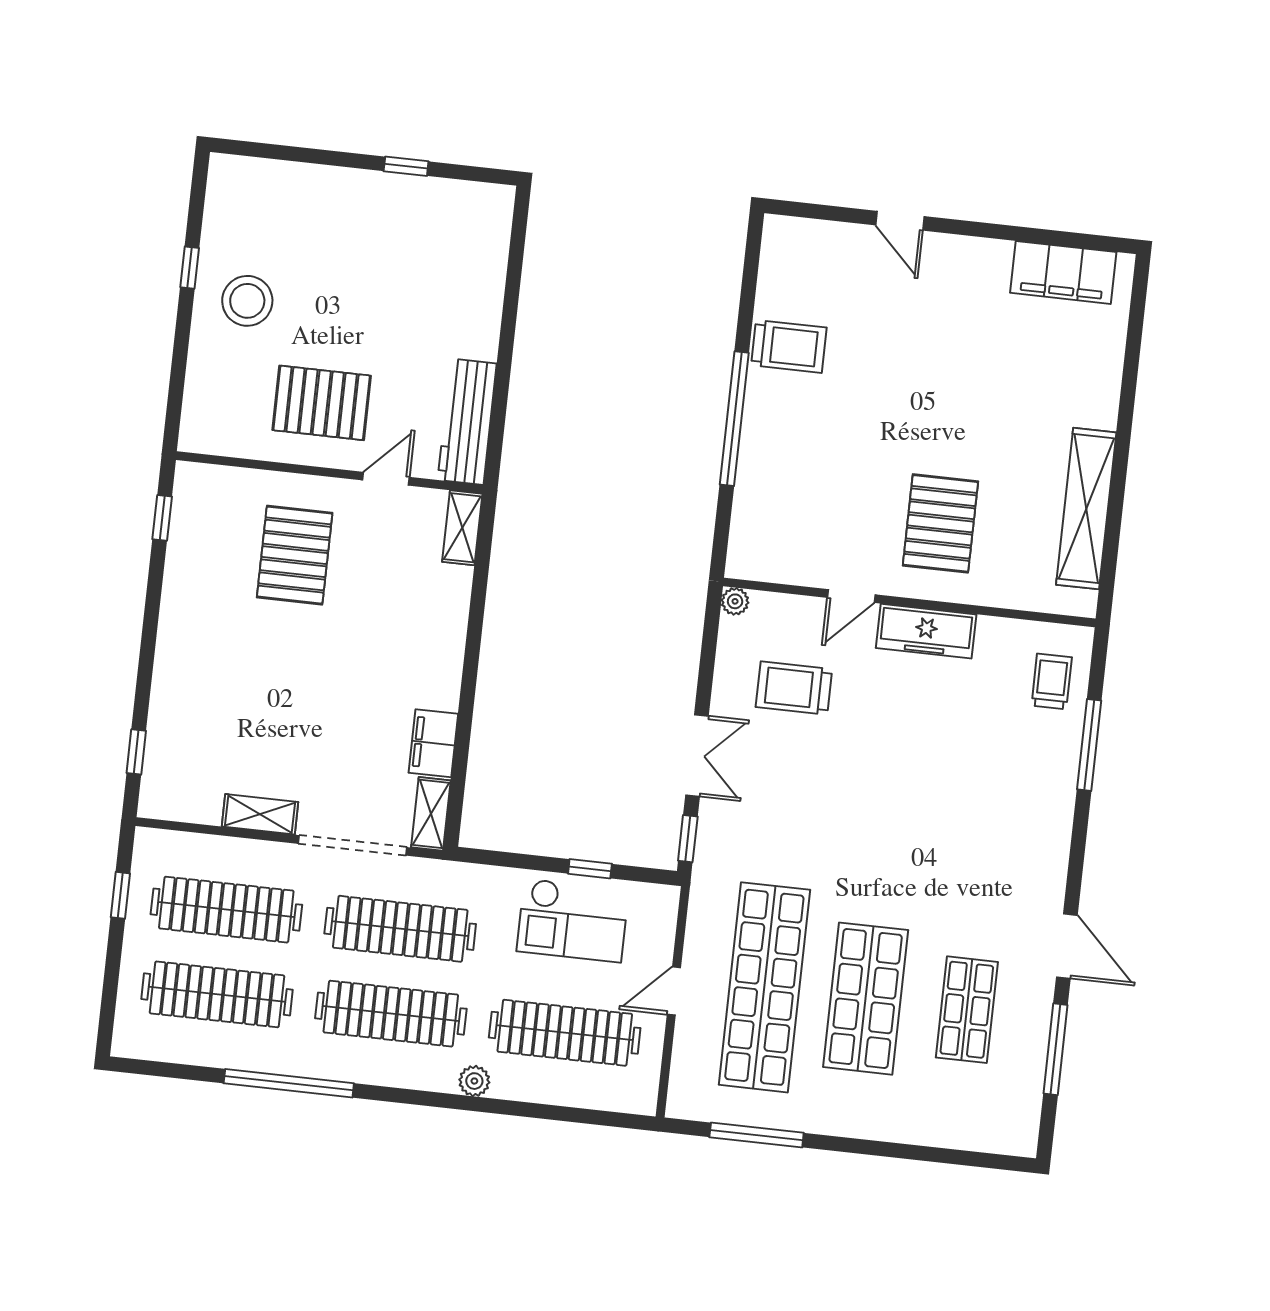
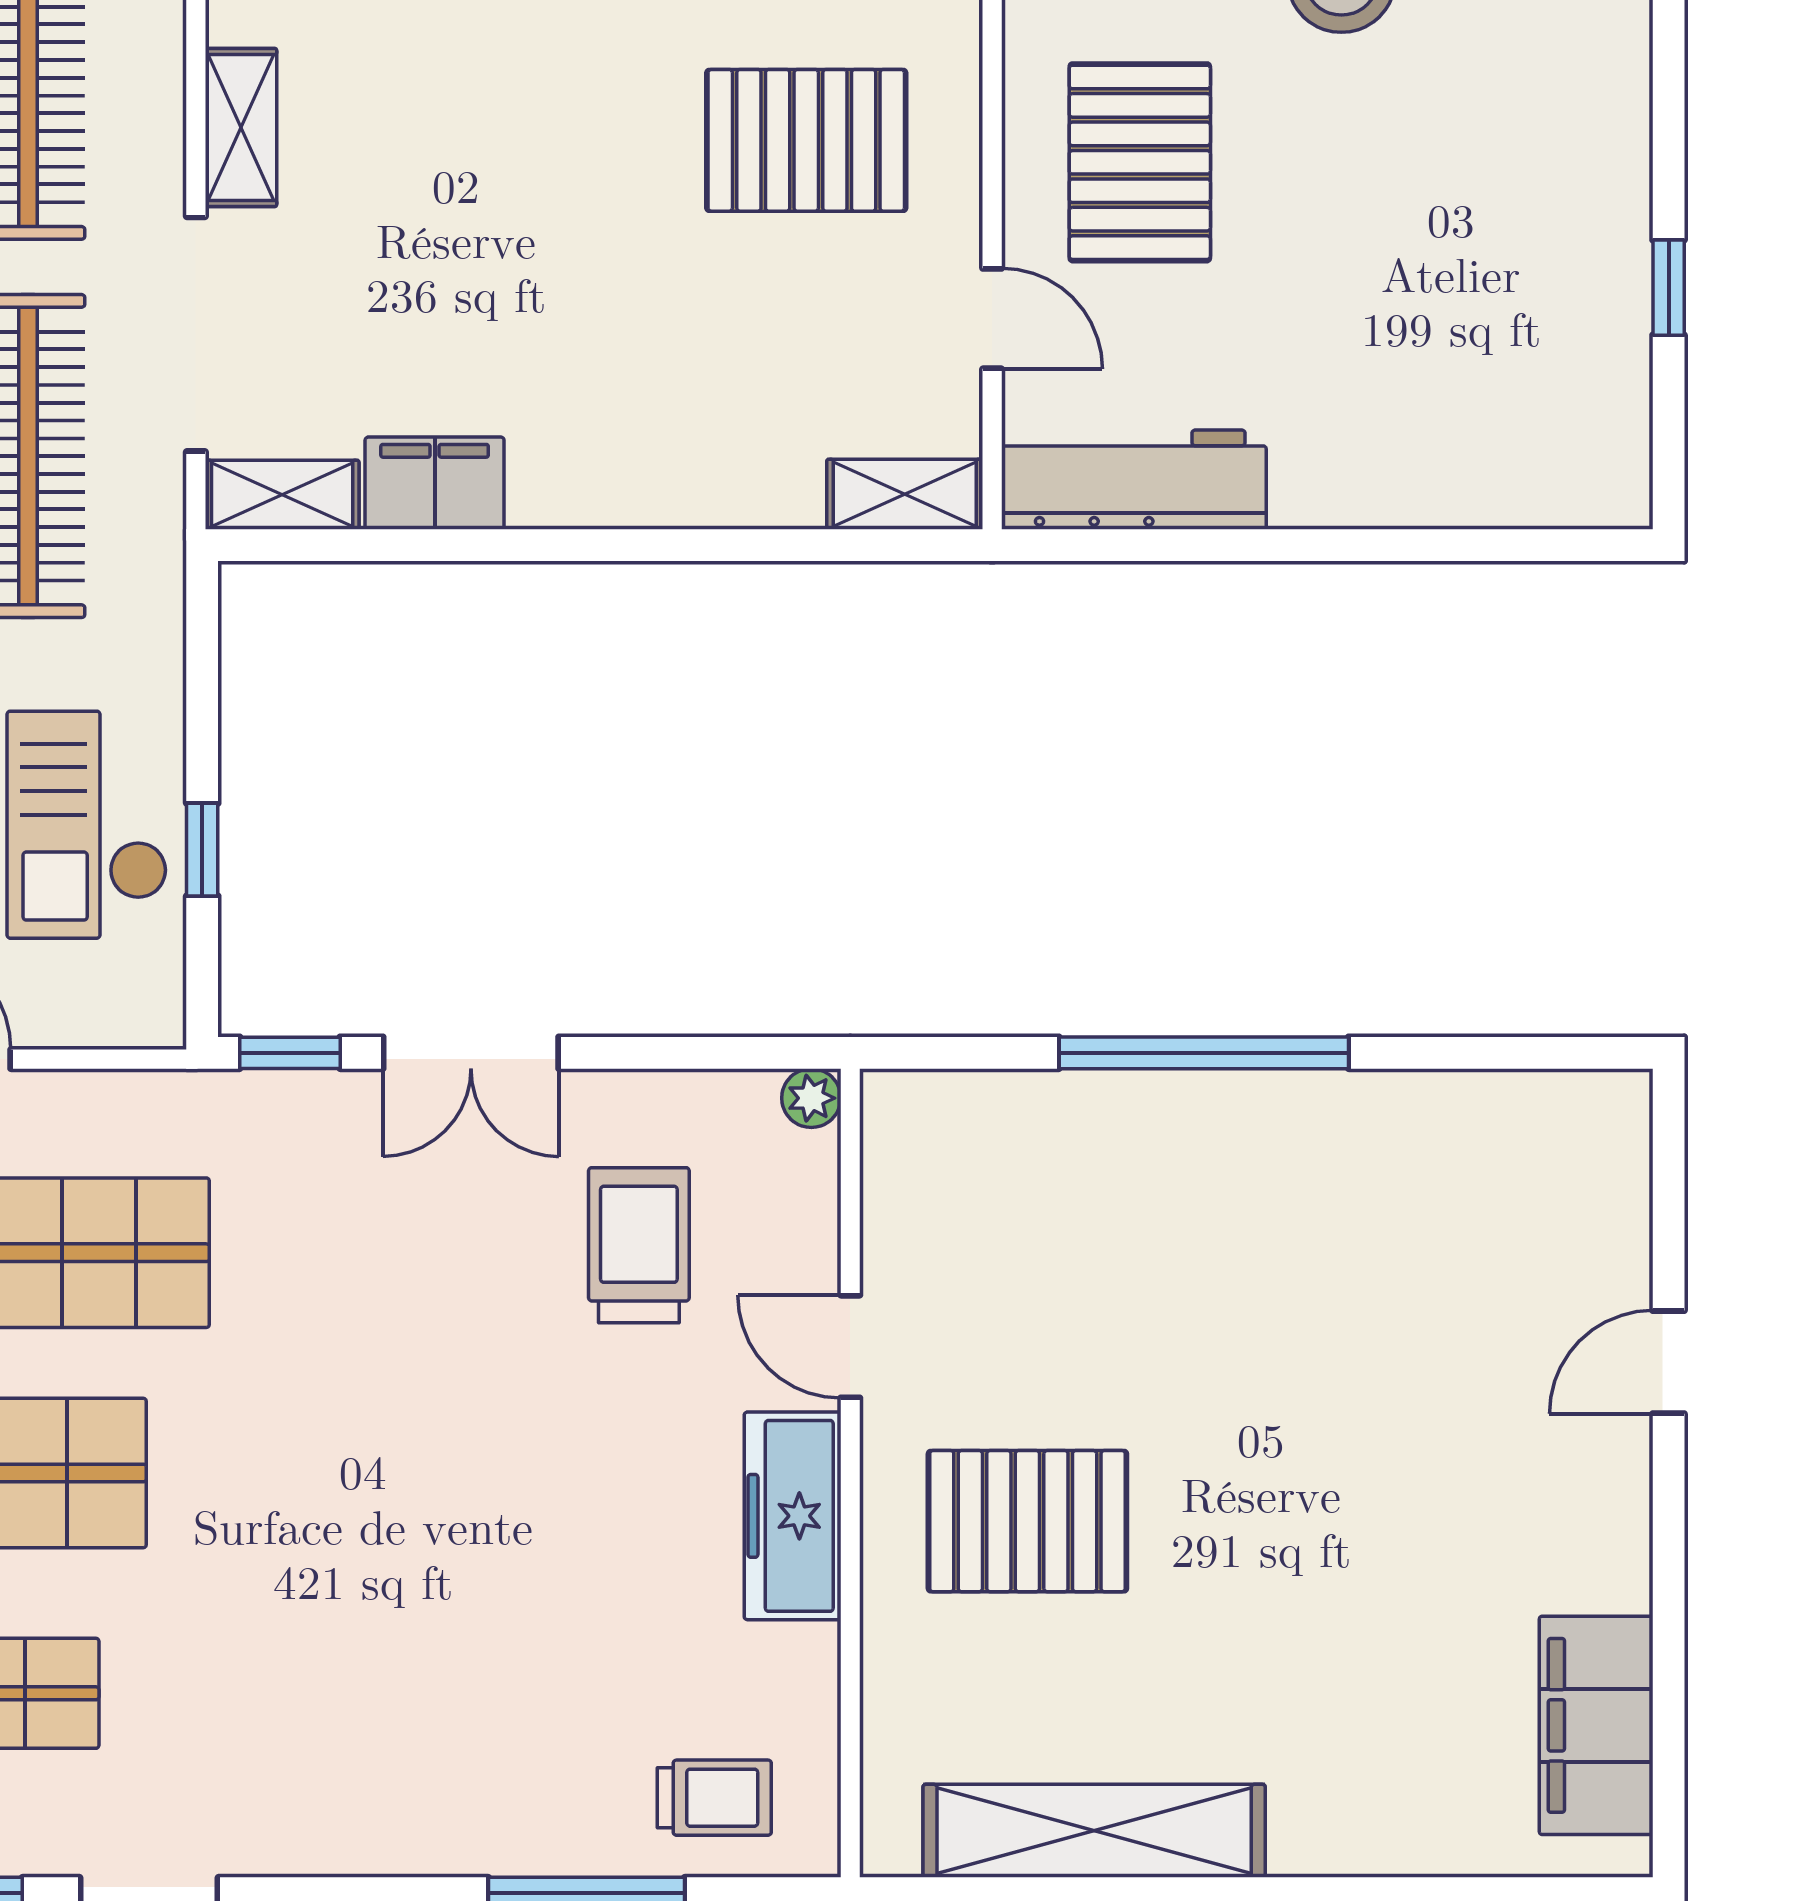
trolley: (789, 346) -> (1372, 1153), removed

